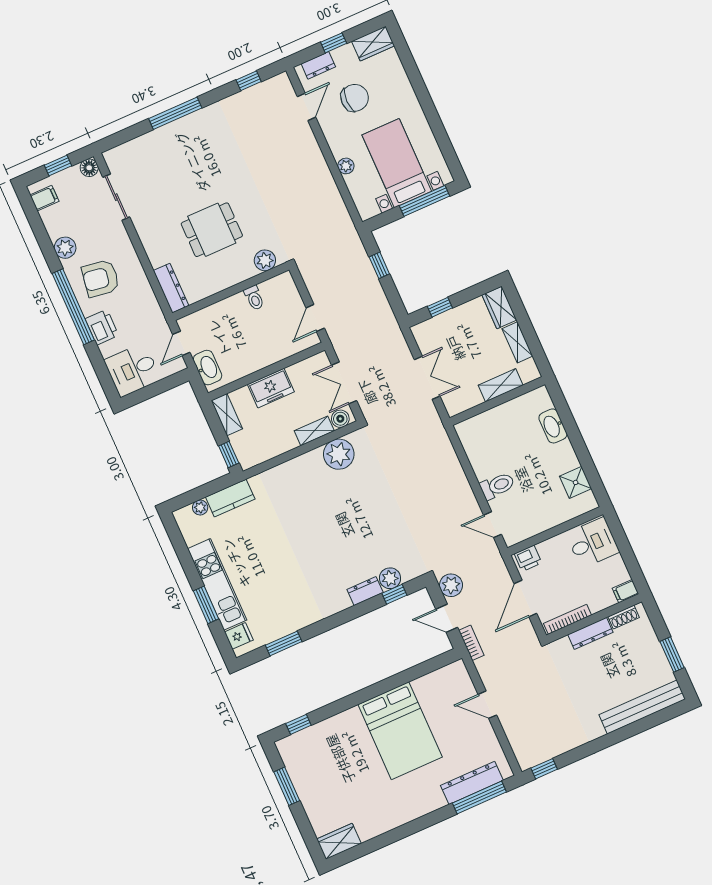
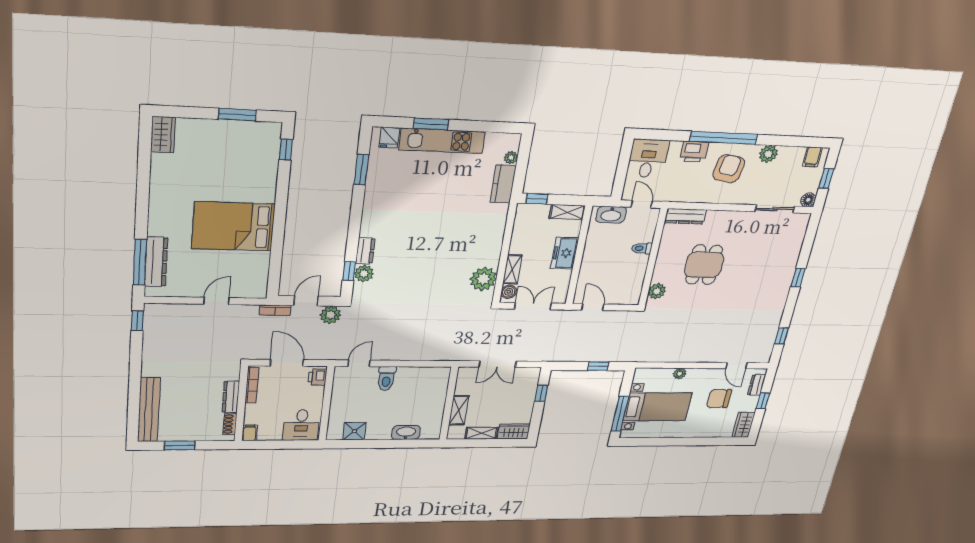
chair: (355, 98) -> (719, 399), turned 90
window: (175, 113) -> (798, 278), width x0.46
toilet: (254, 298) -> (642, 248), moved

